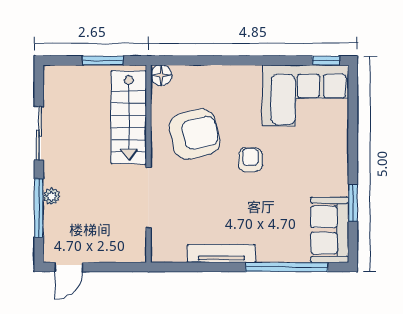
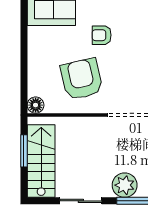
stairs: (129, 117) -> (41, 161), moved, turned -90
plant: (52, 196) -> (125, 185), width x1.88, depth x1.88

